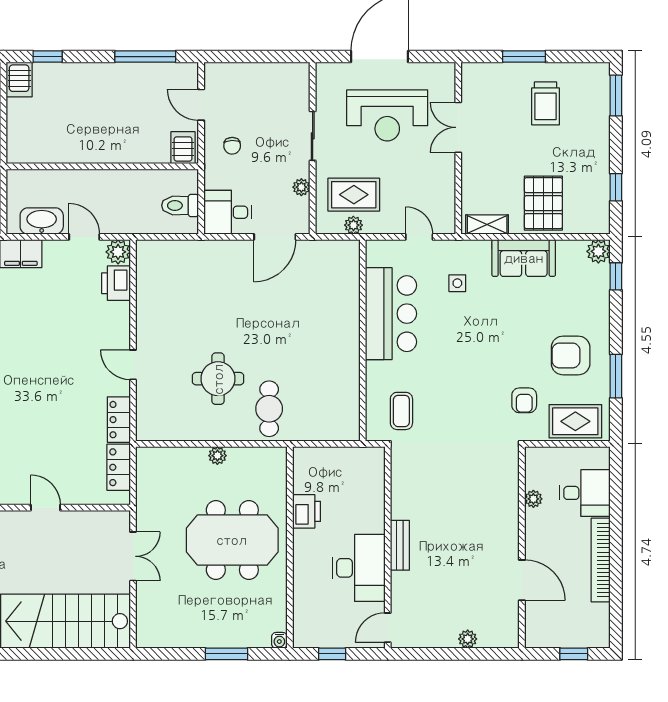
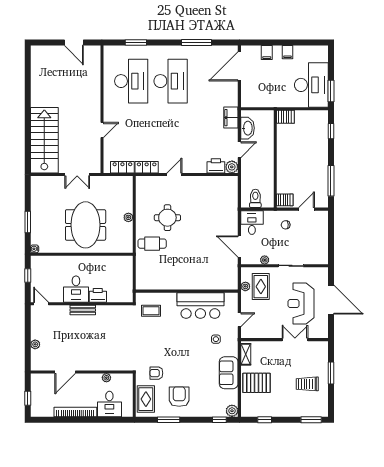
server rack: (19, 80) -> (285, 117), moved, turned 180
printer: (307, 511) -> (98, 295), moved, turned 180
desk: (359, 568) -> (76, 289), width x0.73

